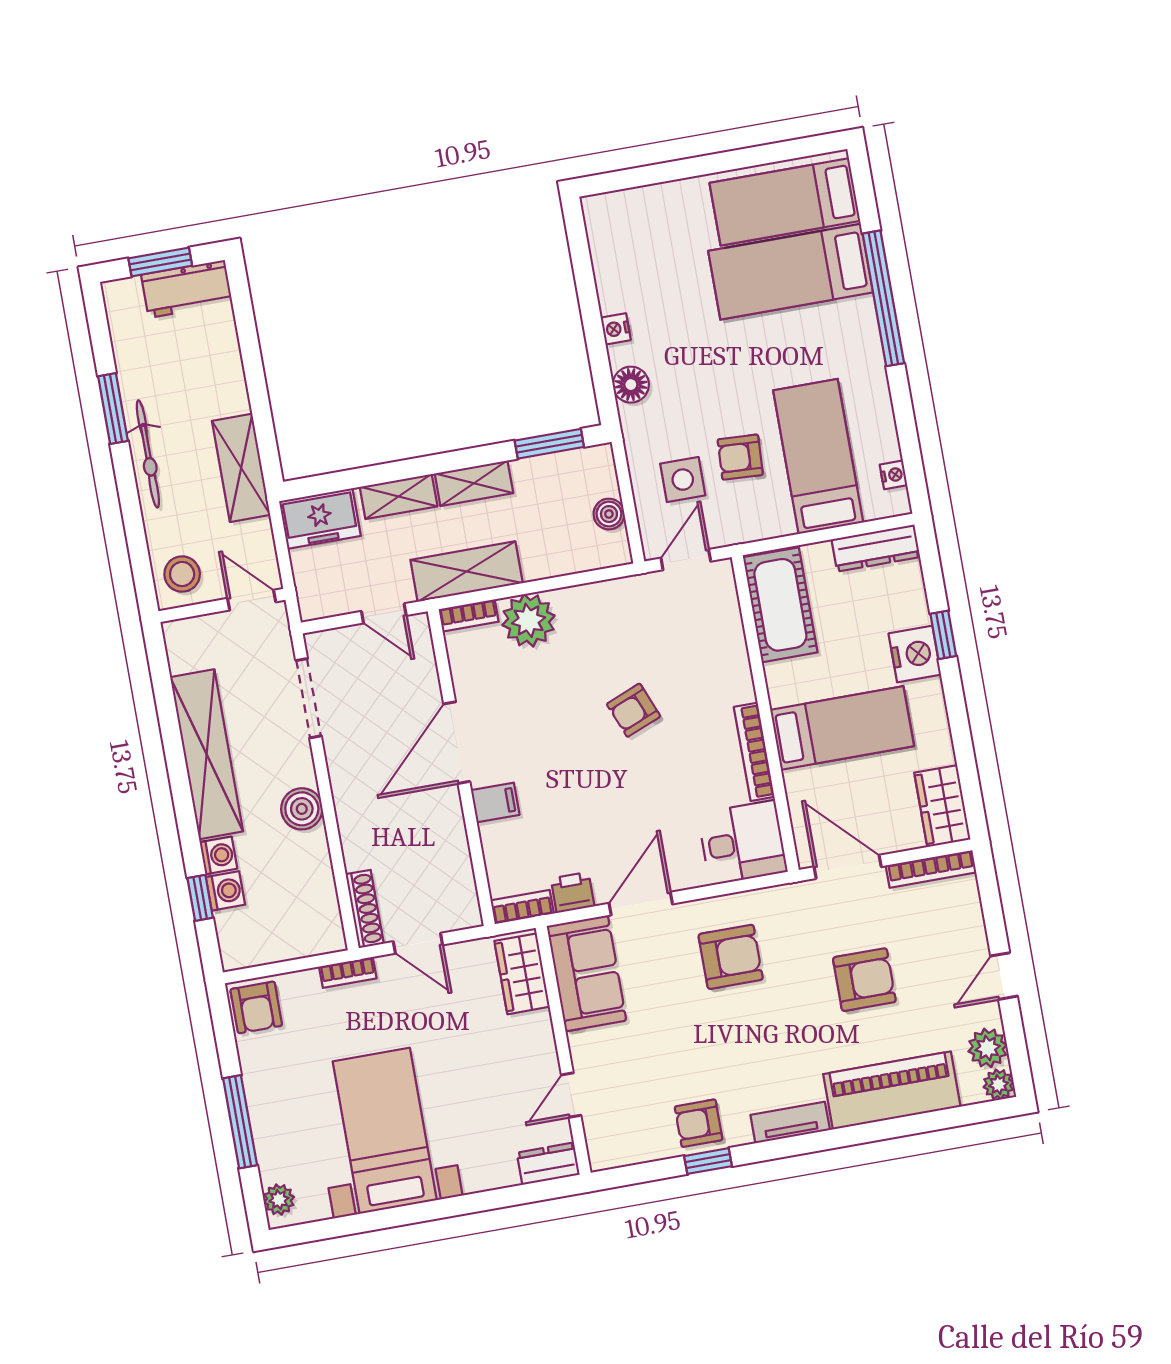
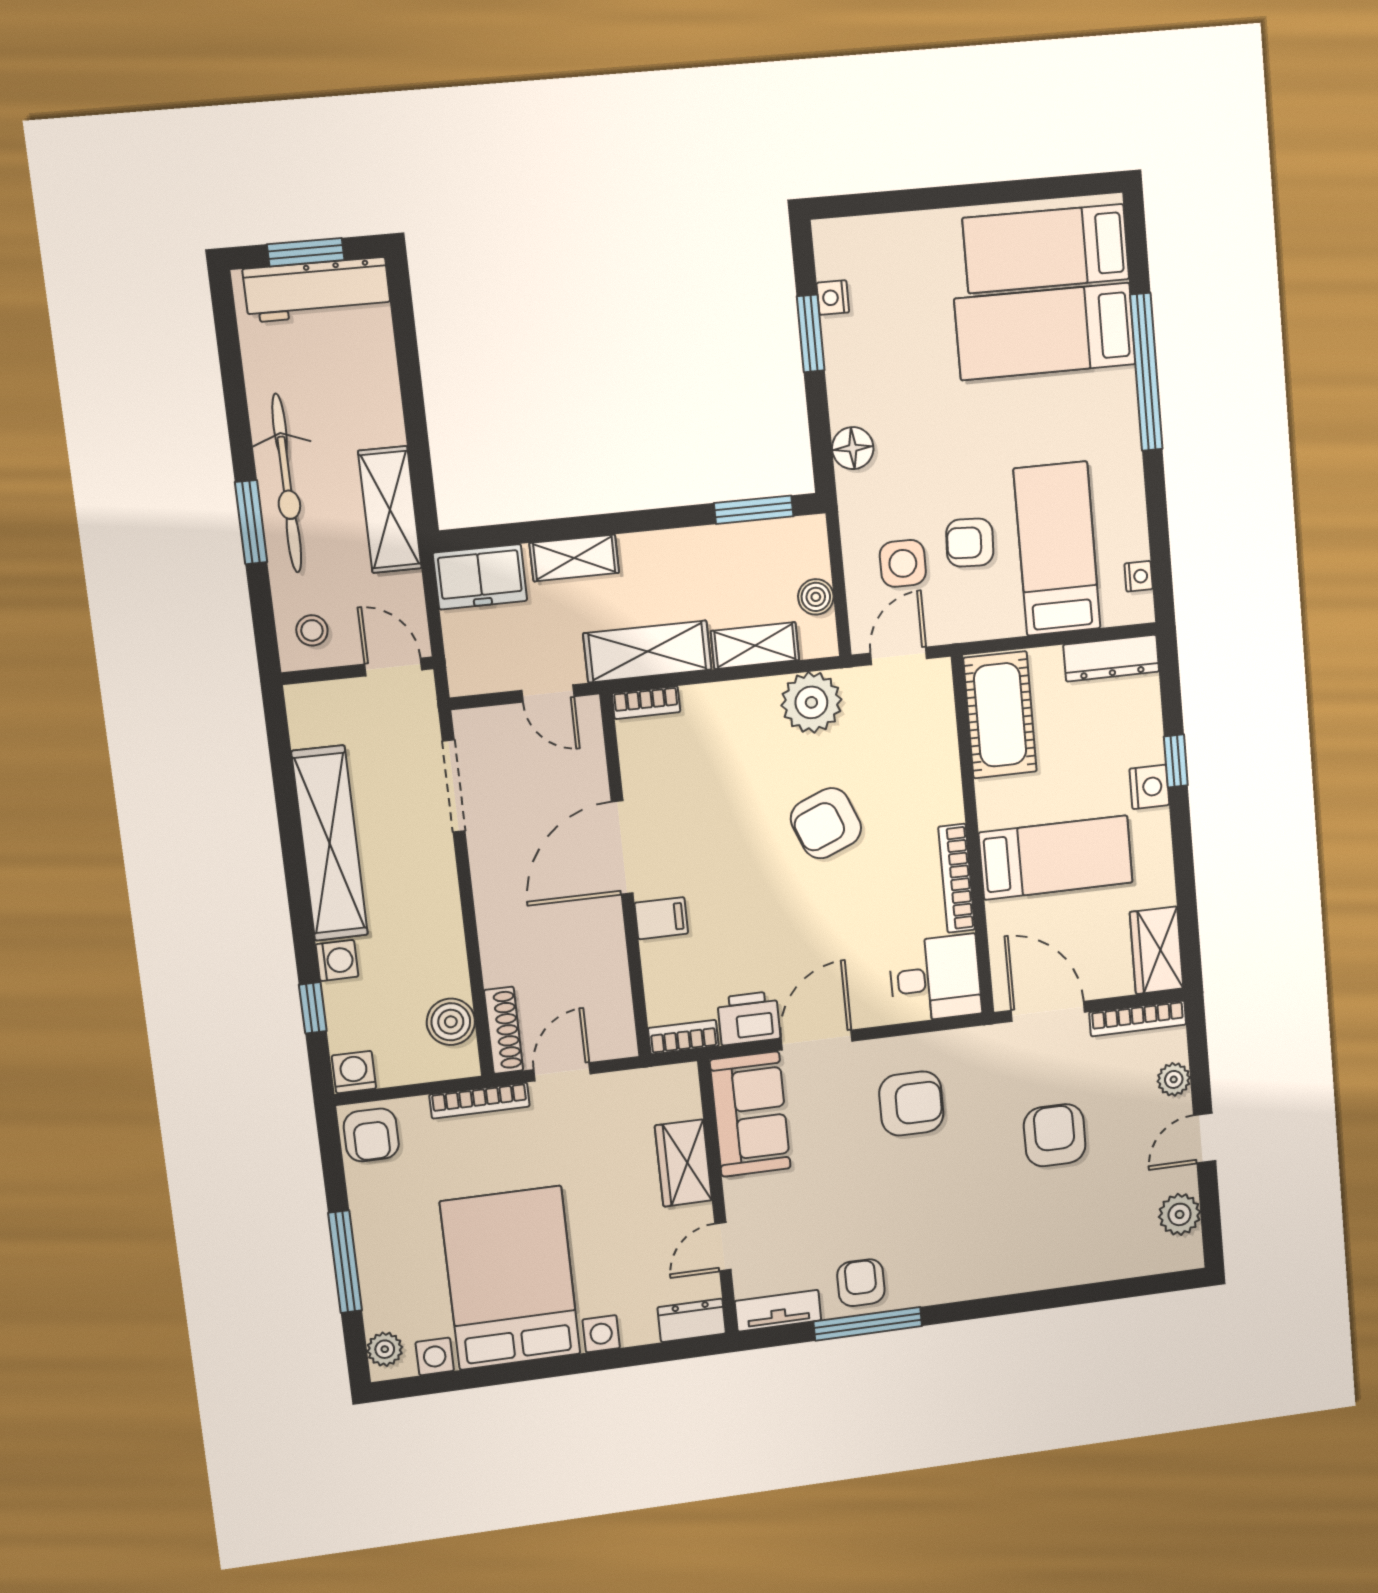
workbench: (187, 289) -> (317, 290), width x1.38
window: (587, 291) -> (811, 333), added
nightstand: (616, 329) -> (833, 298), moved
window: (113, 409) -> (251, 522), moved
bicycle: (148, 454) -> (287, 483), width x1.37, depth x1.40
shelving: (474, 483) -> (755, 646), moved
stool: (182, 574) -> (312, 630), width x0.73, depth x0.73
plant: (529, 620) -> (811, 702), moved
nightstand: (915, 654) -> (1149, 787), width x0.74, depth x0.75
armchair: (634, 710) -> (826, 823), width x1.38, depth x1.38
boiler: (302, 809) -> (451, 1022), moved
washing machine: (225, 891) -> (354, 1072), moved, turned -90
printer: (573, 892) -> (749, 1018), width x1.36, depth x1.24
door: (418, 943) -> (562, 1072), swing flipped
bookcase: (348, 972) -> (480, 1101), width x1.56
wardrobe: (522, 974) -> (683, 1163), moved
armchair: (864, 980) -> (1055, 1135), turned -90
plant: (999, 1085) -> (1174, 1079), moved
piano: (892, 1090) -> (1073, 1256), removed
armchair: (699, 1123) -> (861, 1283), turned 90
tv unit: (790, 1123) -> (778, 1311), moved
bed with nightstands: (385, 1131) -> (510, 1278), width x1.36
window: (708, 1161) -> (868, 1324), width x2.17

